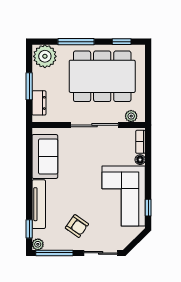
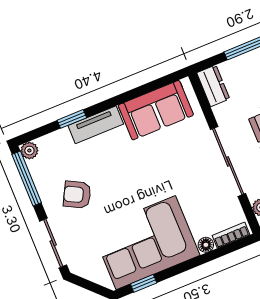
dresser: (39, 103) -> (213, 86), moved, turned -90
tv unit: (39, 204) -> (96, 125), width x0.71
armchair: (77, 226) -> (77, 195), turned 83
window: (29, 229) -> (72, 119), moved

